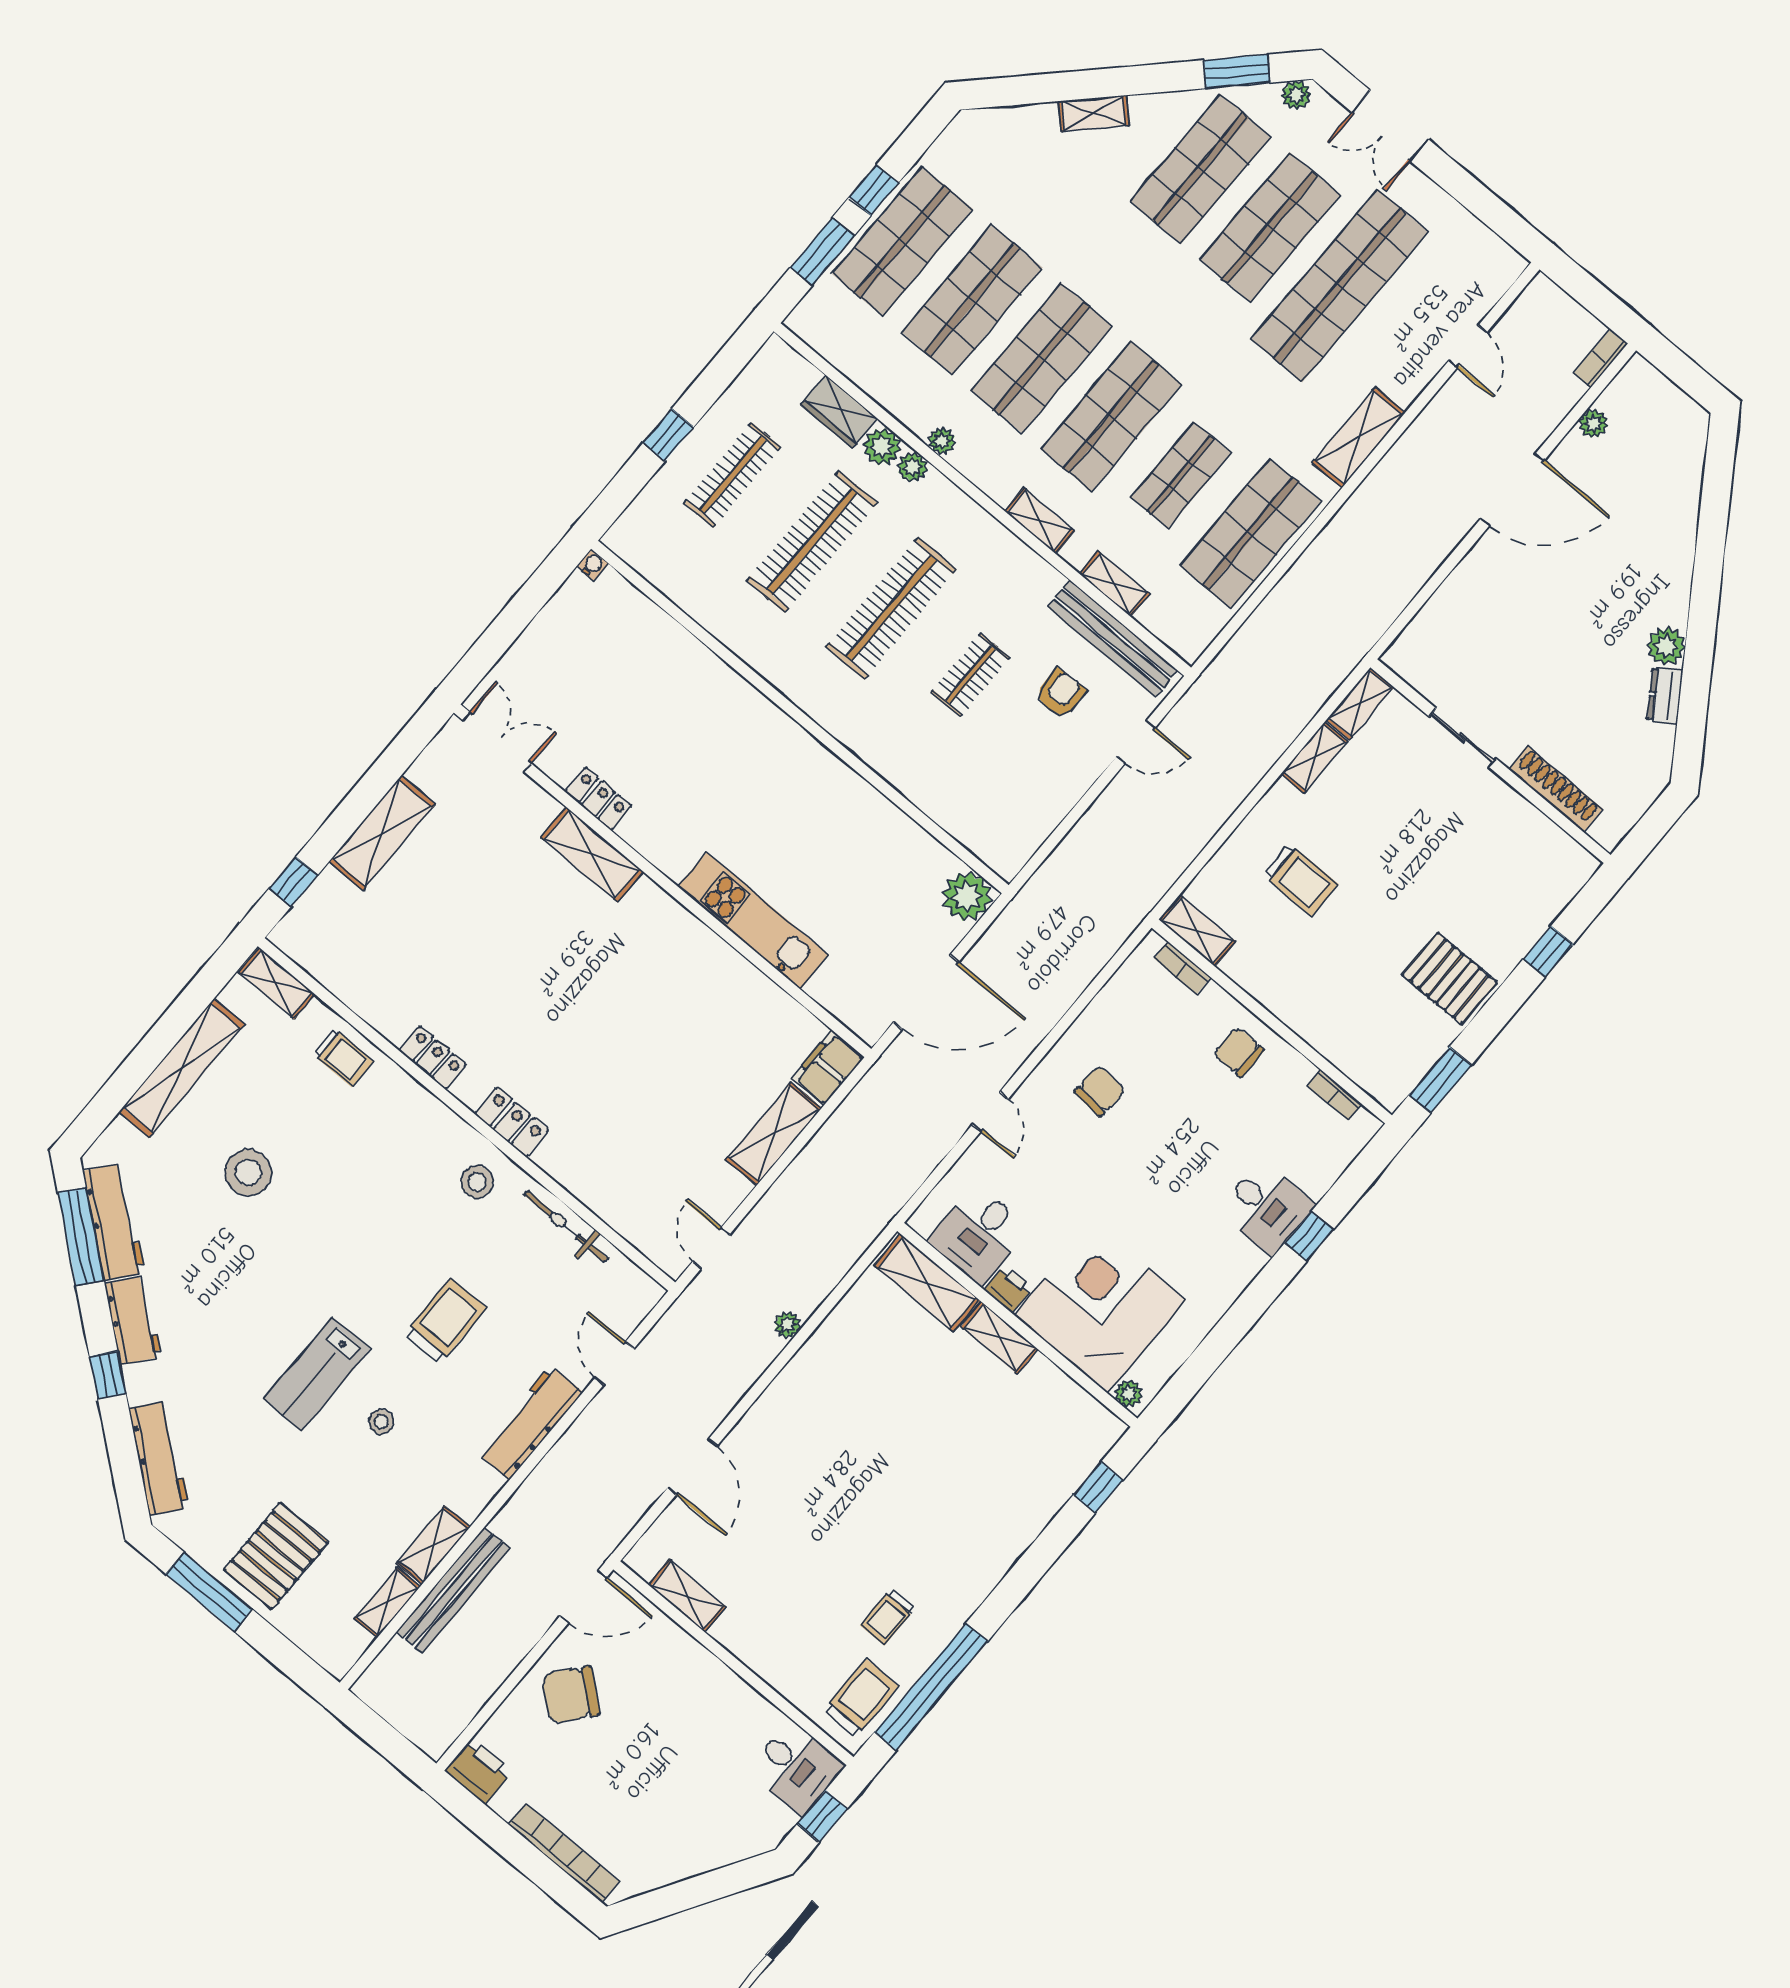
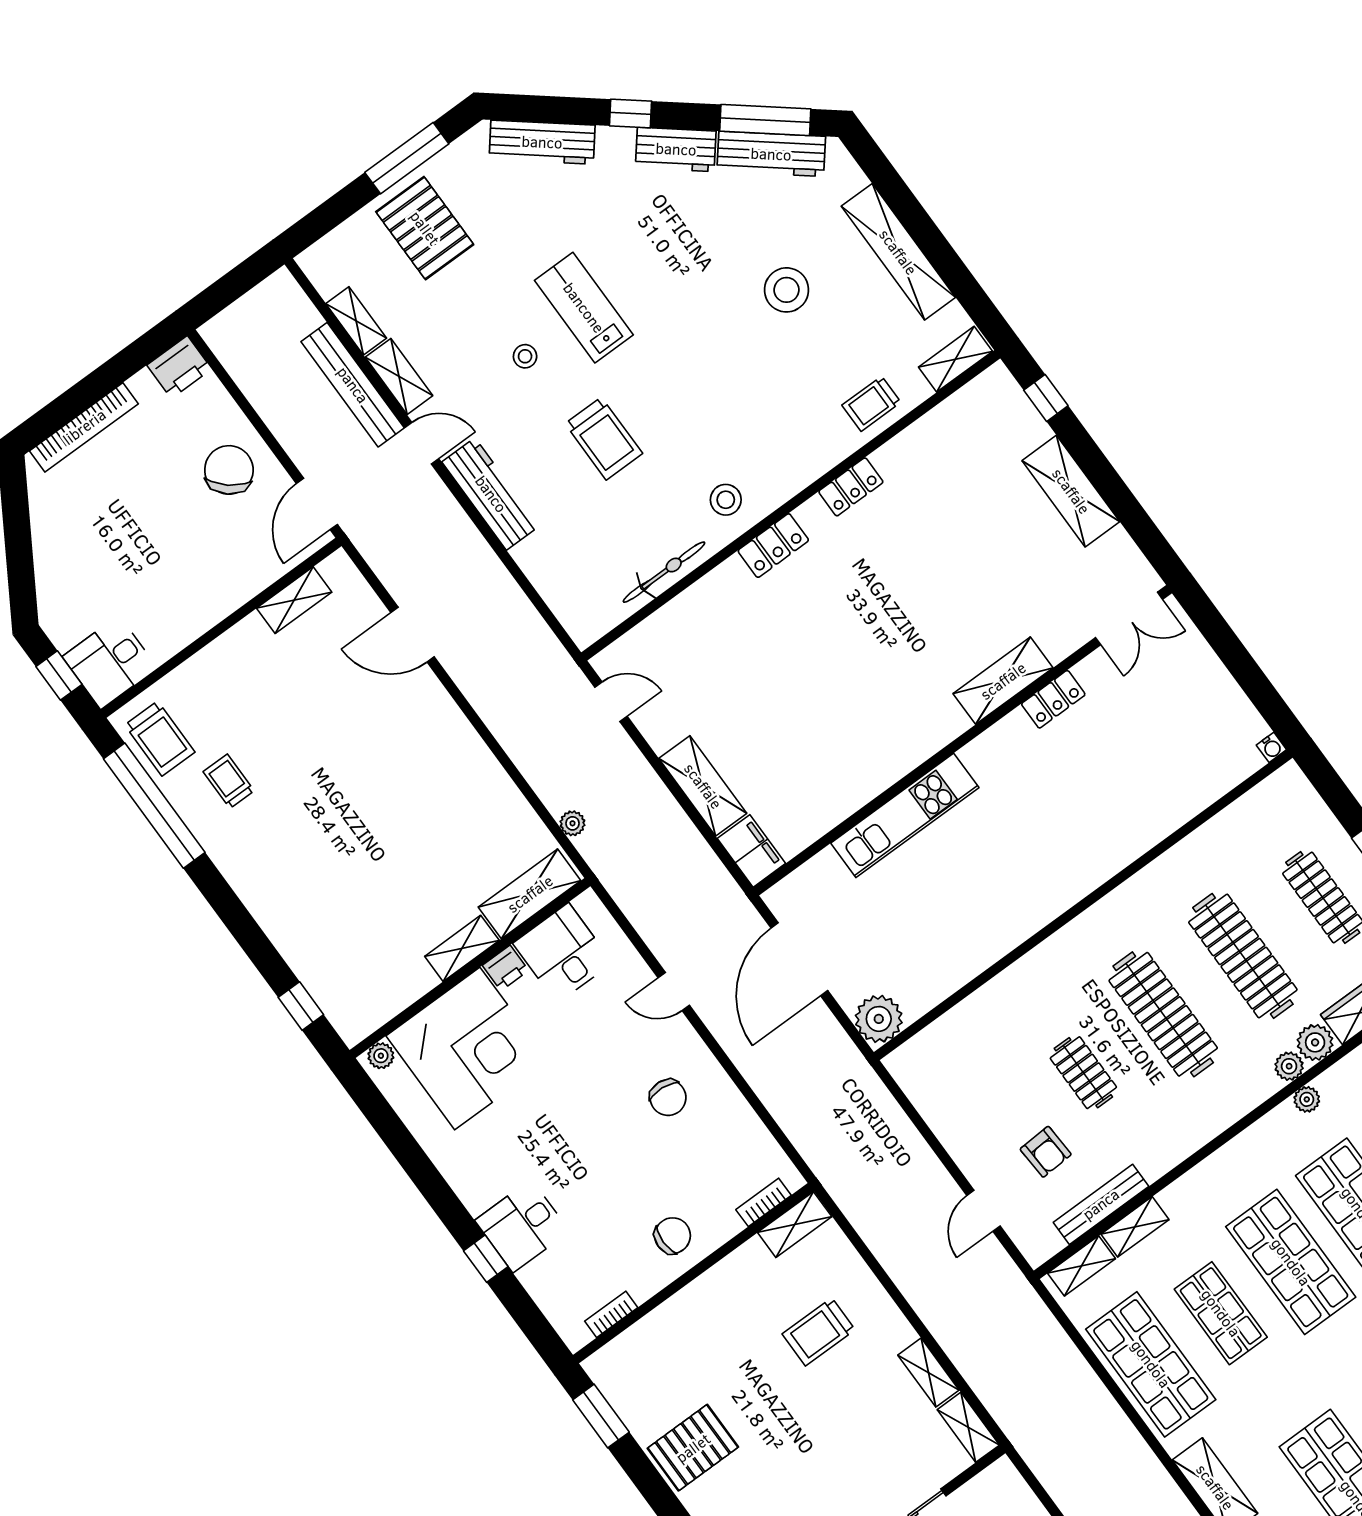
shelving: (1039, 521) -> (1082, 1266), moved
bench: (1113, 638) -> (1101, 1204), width x0.73, depth x0.82
plant: (788, 1325) -> (572, 823), moved
door: (614, 1363) -> (422, 443), moved

